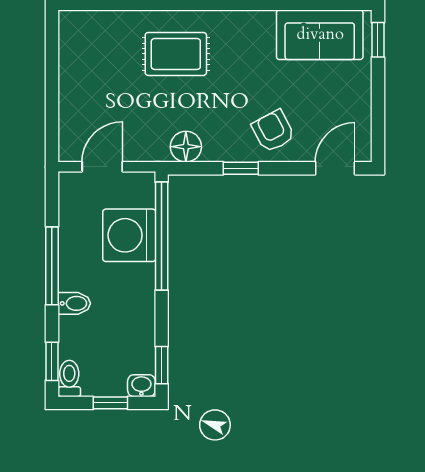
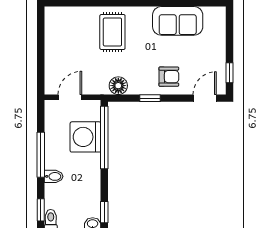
sofa: (320, 35) -> (178, 21), moved
window: (378, 40) -> (229, 73), moved
rug: (176, 54) -> (112, 32), turned 90
armchair: (273, 131) -> (169, 77), turned 118

